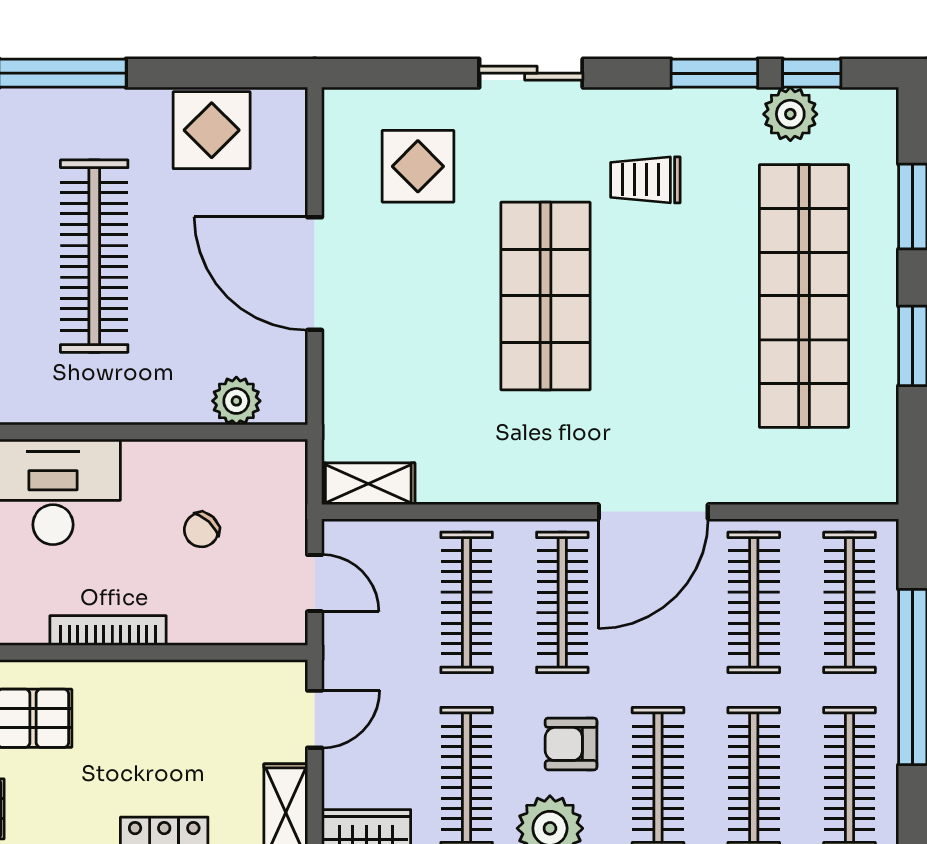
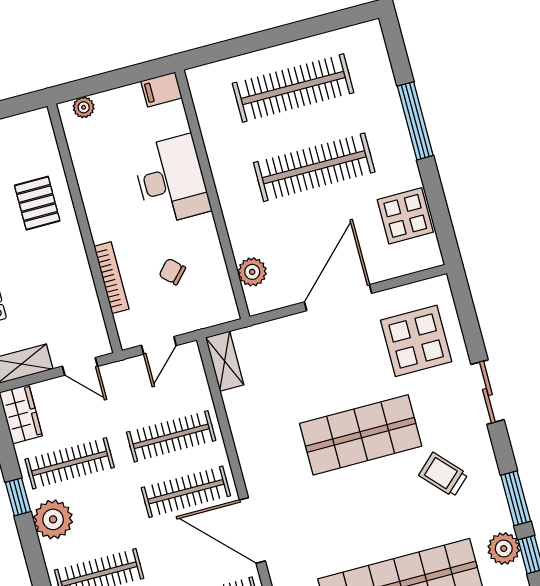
display table: (418, 166) -> (416, 341), width x1.36, depth x1.36
trolley: (645, 180) -> (443, 475), turned -43
bookcase: (108, 631) -> (111, 278), moved
armchair: (571, 744) -> (105, 519), removed

